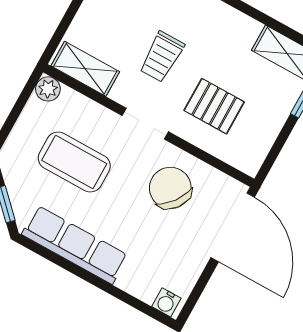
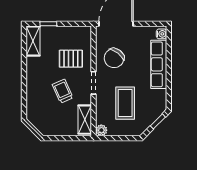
trolley: (162, 57) -> (63, 91), turned -114
pallet: (214, 106) -> (71, 59), turned 90
row of seats: (75, 245) -> (159, 64), moved

